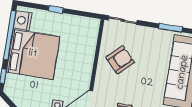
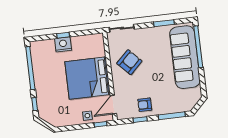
nightstand: (23, 21) -> (63, 44), moved, turned 90
bed: (33, 54) -> (88, 78), moved, turned 180

